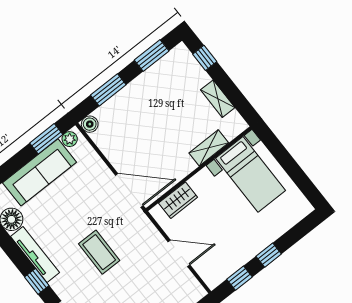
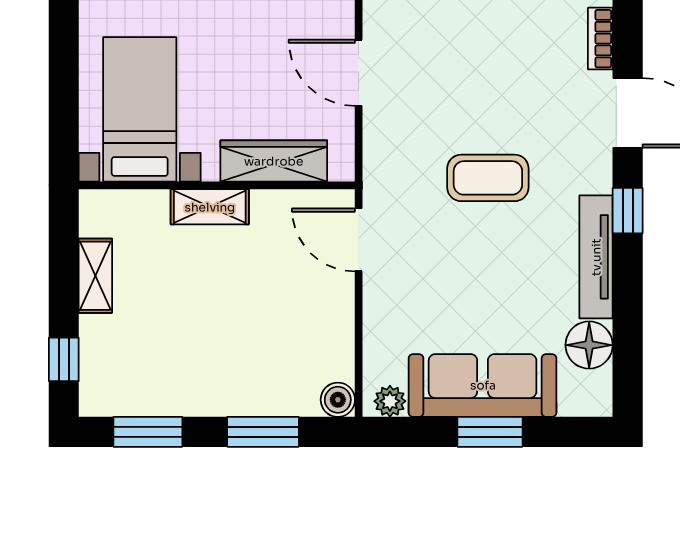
window: (46, 139) -> (490, 432), moved
shelving: (209, 148) -> (210, 207), moved
door: (129, 190) -> (359, 240), width x0.73
wardrobe: (178, 200) -> (274, 161), width x1.50
coffee table: (99, 252) -> (488, 178), turned 90

